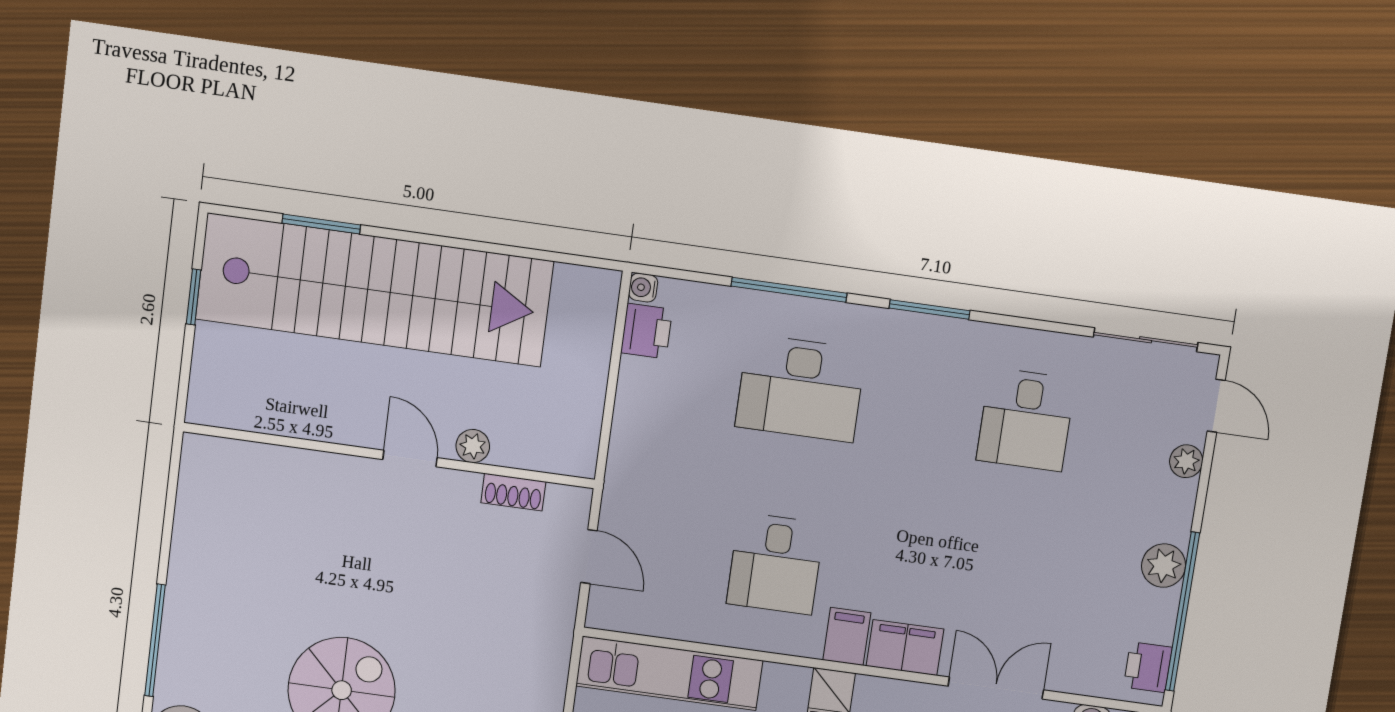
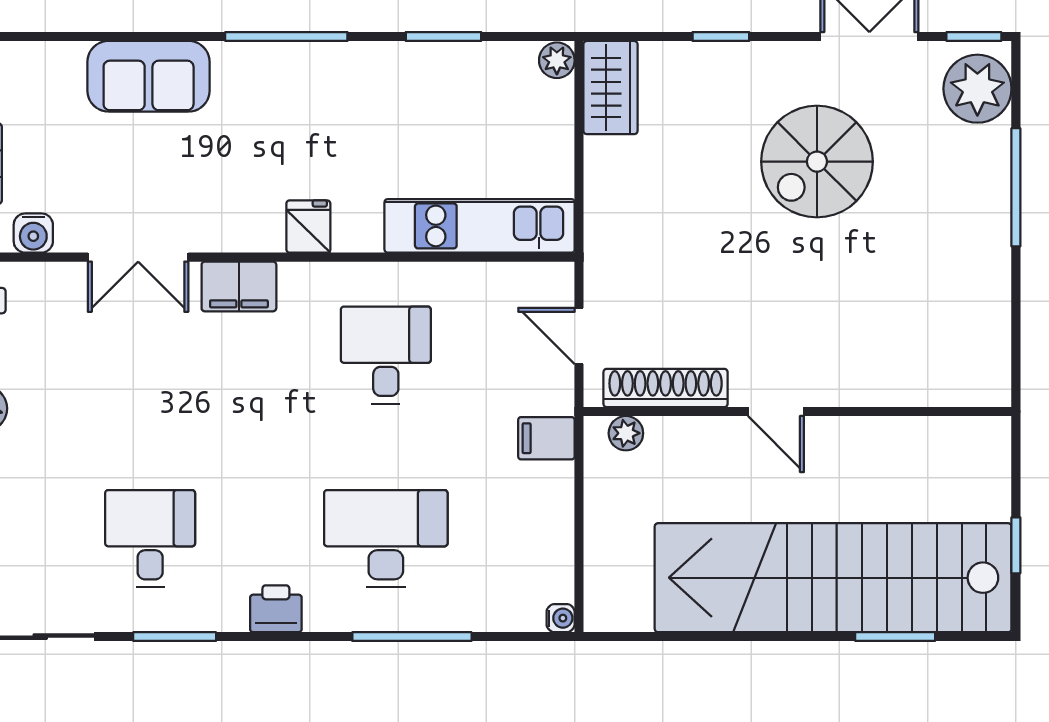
window: (929, 309) -> (175, 637), moved
printer: (647, 331) -> (276, 609), moved, turned 90
plant: (473, 446) -> (626, 433), moved
shoe rack: (513, 492) -> (666, 388), width x1.94, depth x1.24
filing cabinet: (847, 636) -> (546, 438), moved, turned 90

